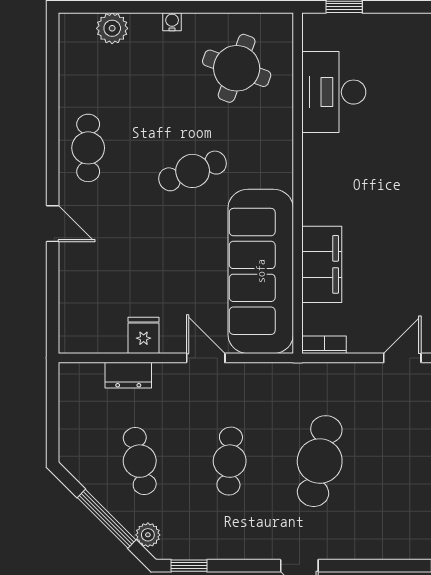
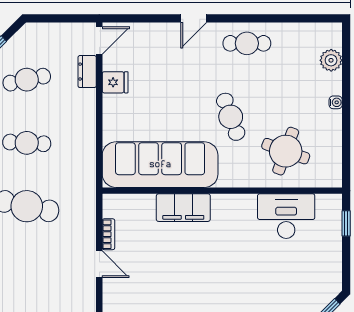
round table: (237, 68) -> (286, 151), moved
filing cabinet: (322, 264) -> (183, 208), moved
bookcase: (324, 345) -> (108, 234), moved
door: (206, 358) -> (99, 41), moved

